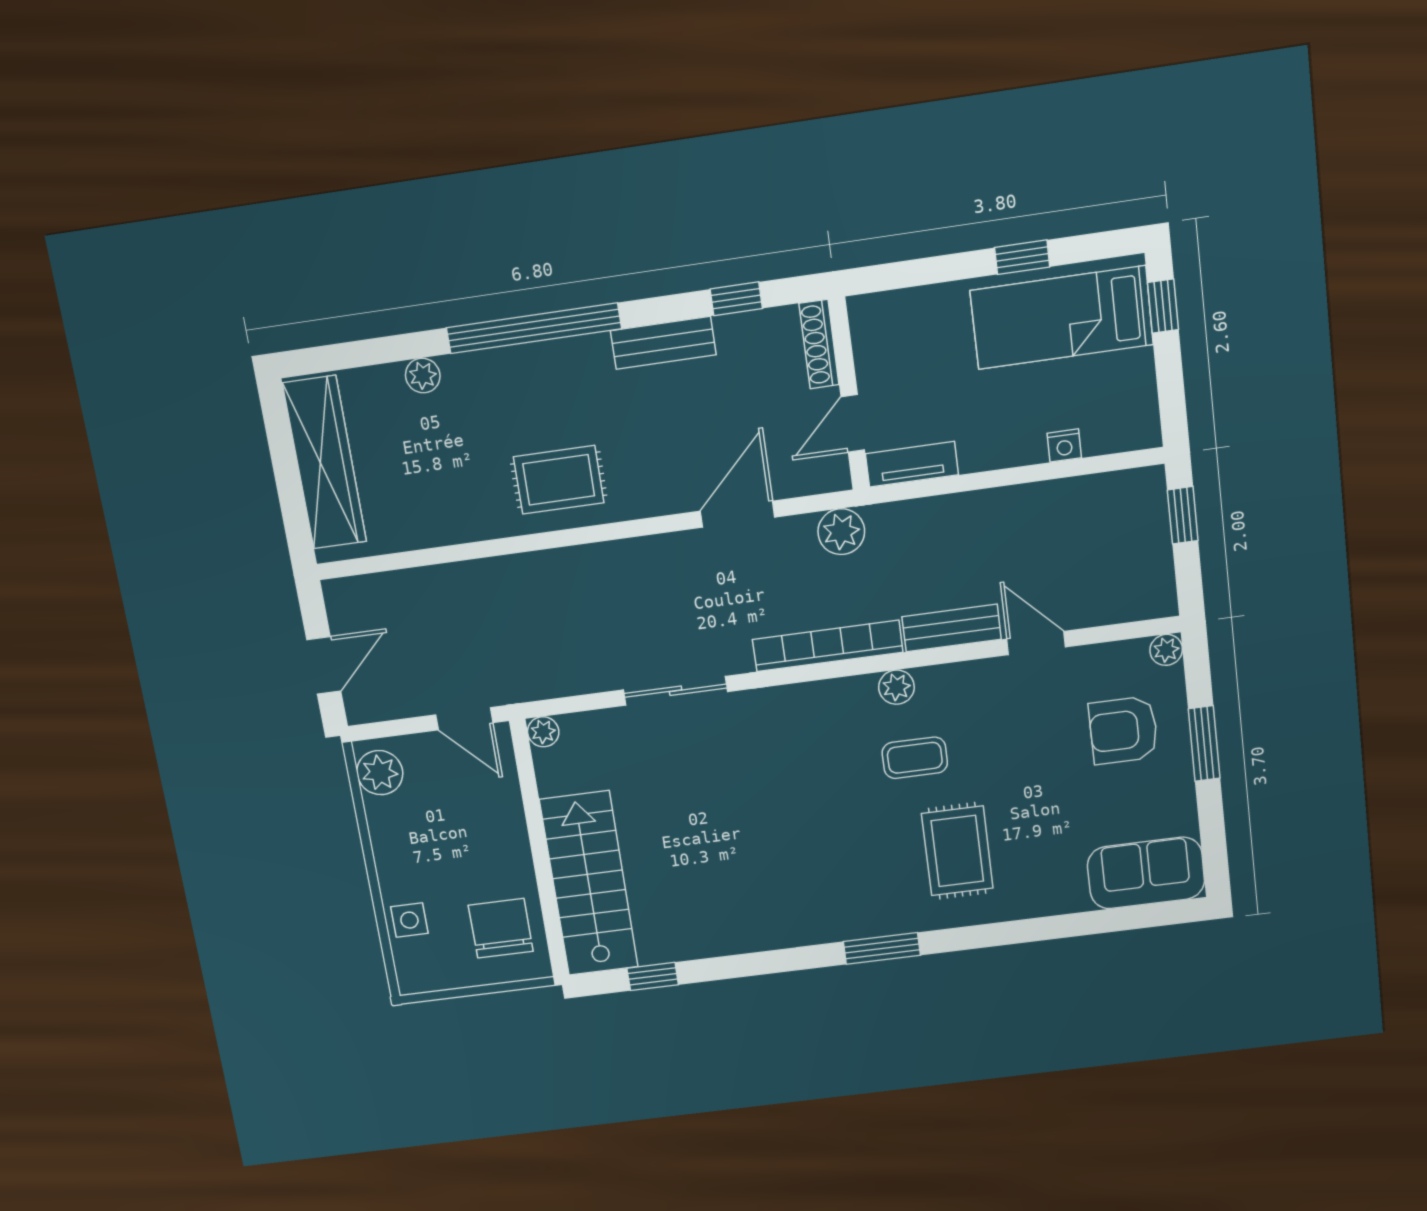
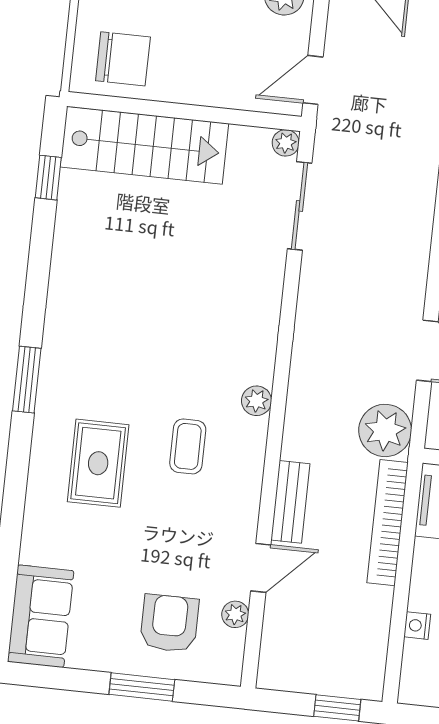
plant: (841, 532) -> (385, 430), width x1.36, depth x1.36
bookcase: (828, 646) -> (388, 523), moved, turned 180
plant: (1166, 650) -> (235, 614), moved
plant: (896, 687) -> (257, 401), moved
sliding door: (676, 691) -> (300, 206), moved
rug: (957, 851) -> (98, 463), turned 90

